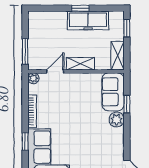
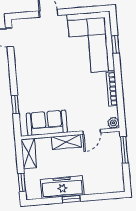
sofa: (113, 92) -> (47, 123), moved, turned -90
plant: (117, 120) -> (24, 88), removed
window: (25, 141) -> (115, 44), moved

